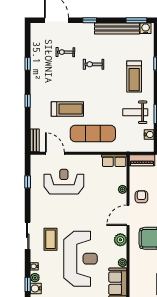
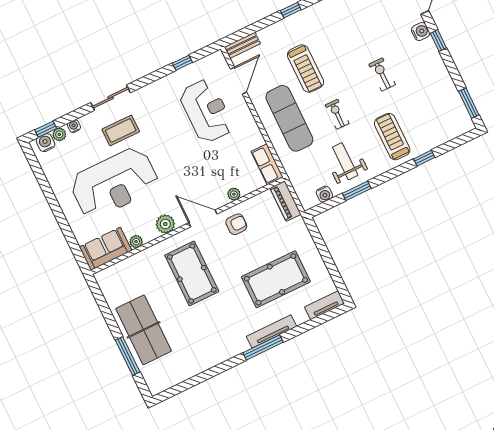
water cooler: (146, 28) -> (421, 32), moved
bench: (117, 29) -> (445, 83), removed
exercise bike: (65, 52) -> (337, 114), moved
treadmill: (134, 77) -> (392, 137), turned 90

